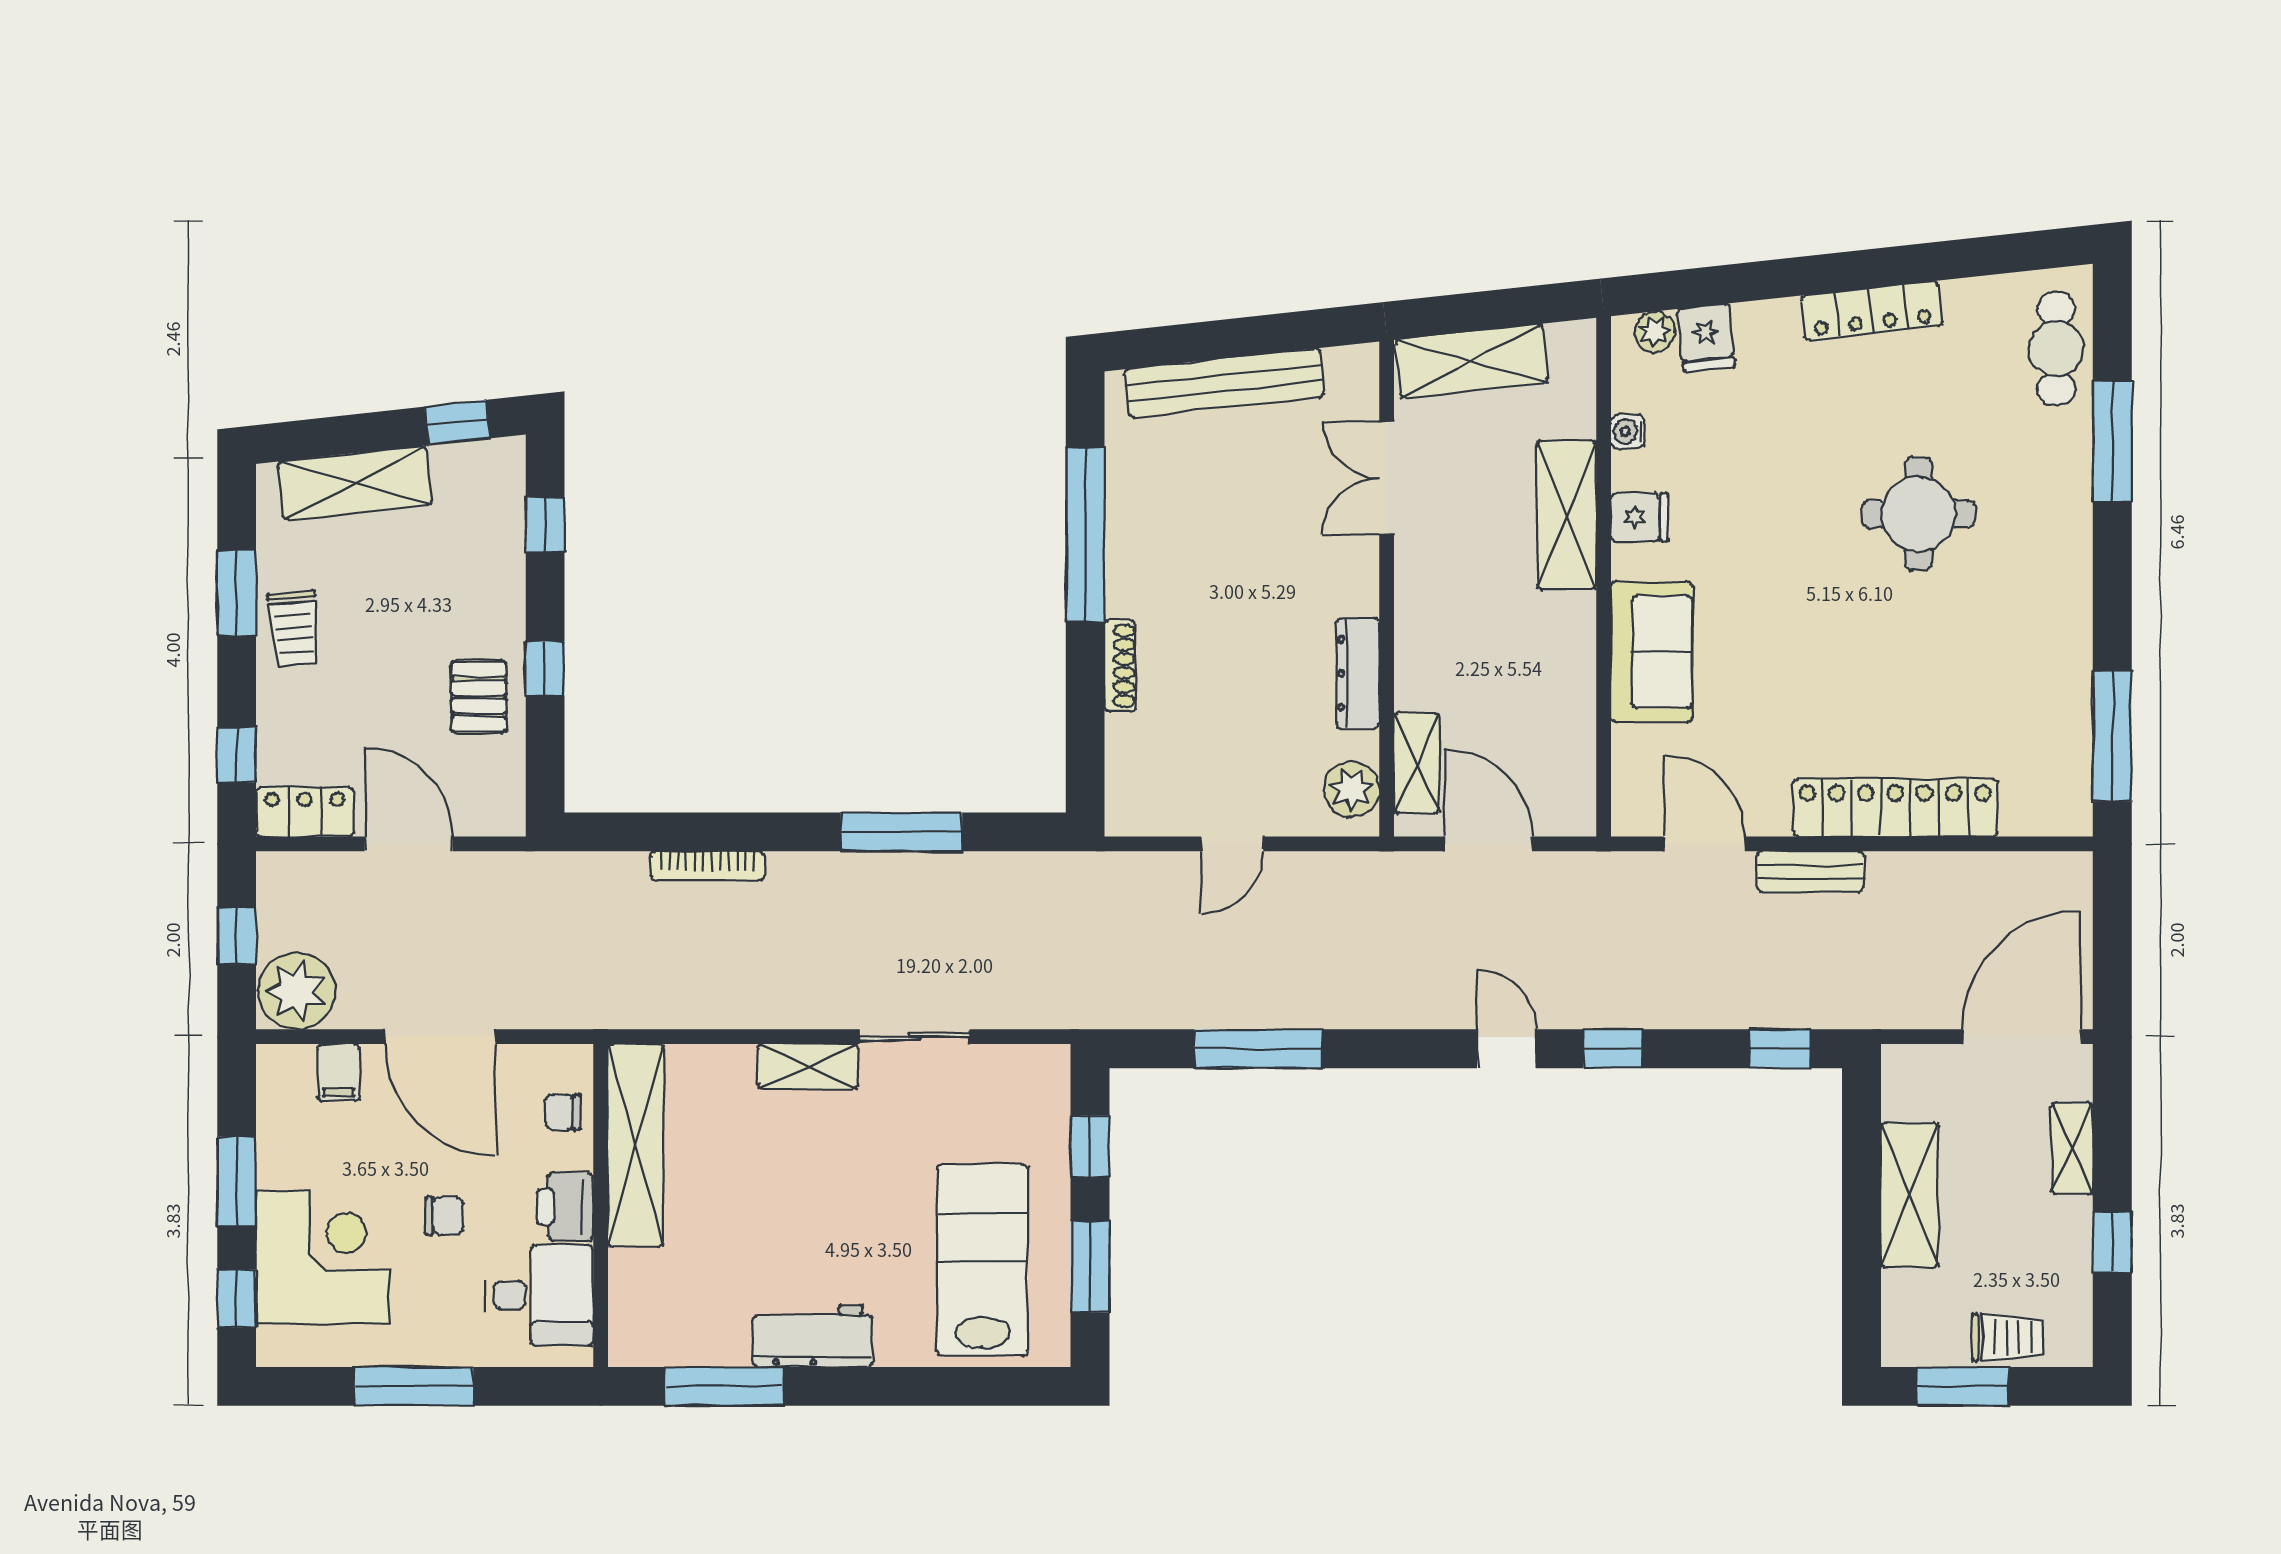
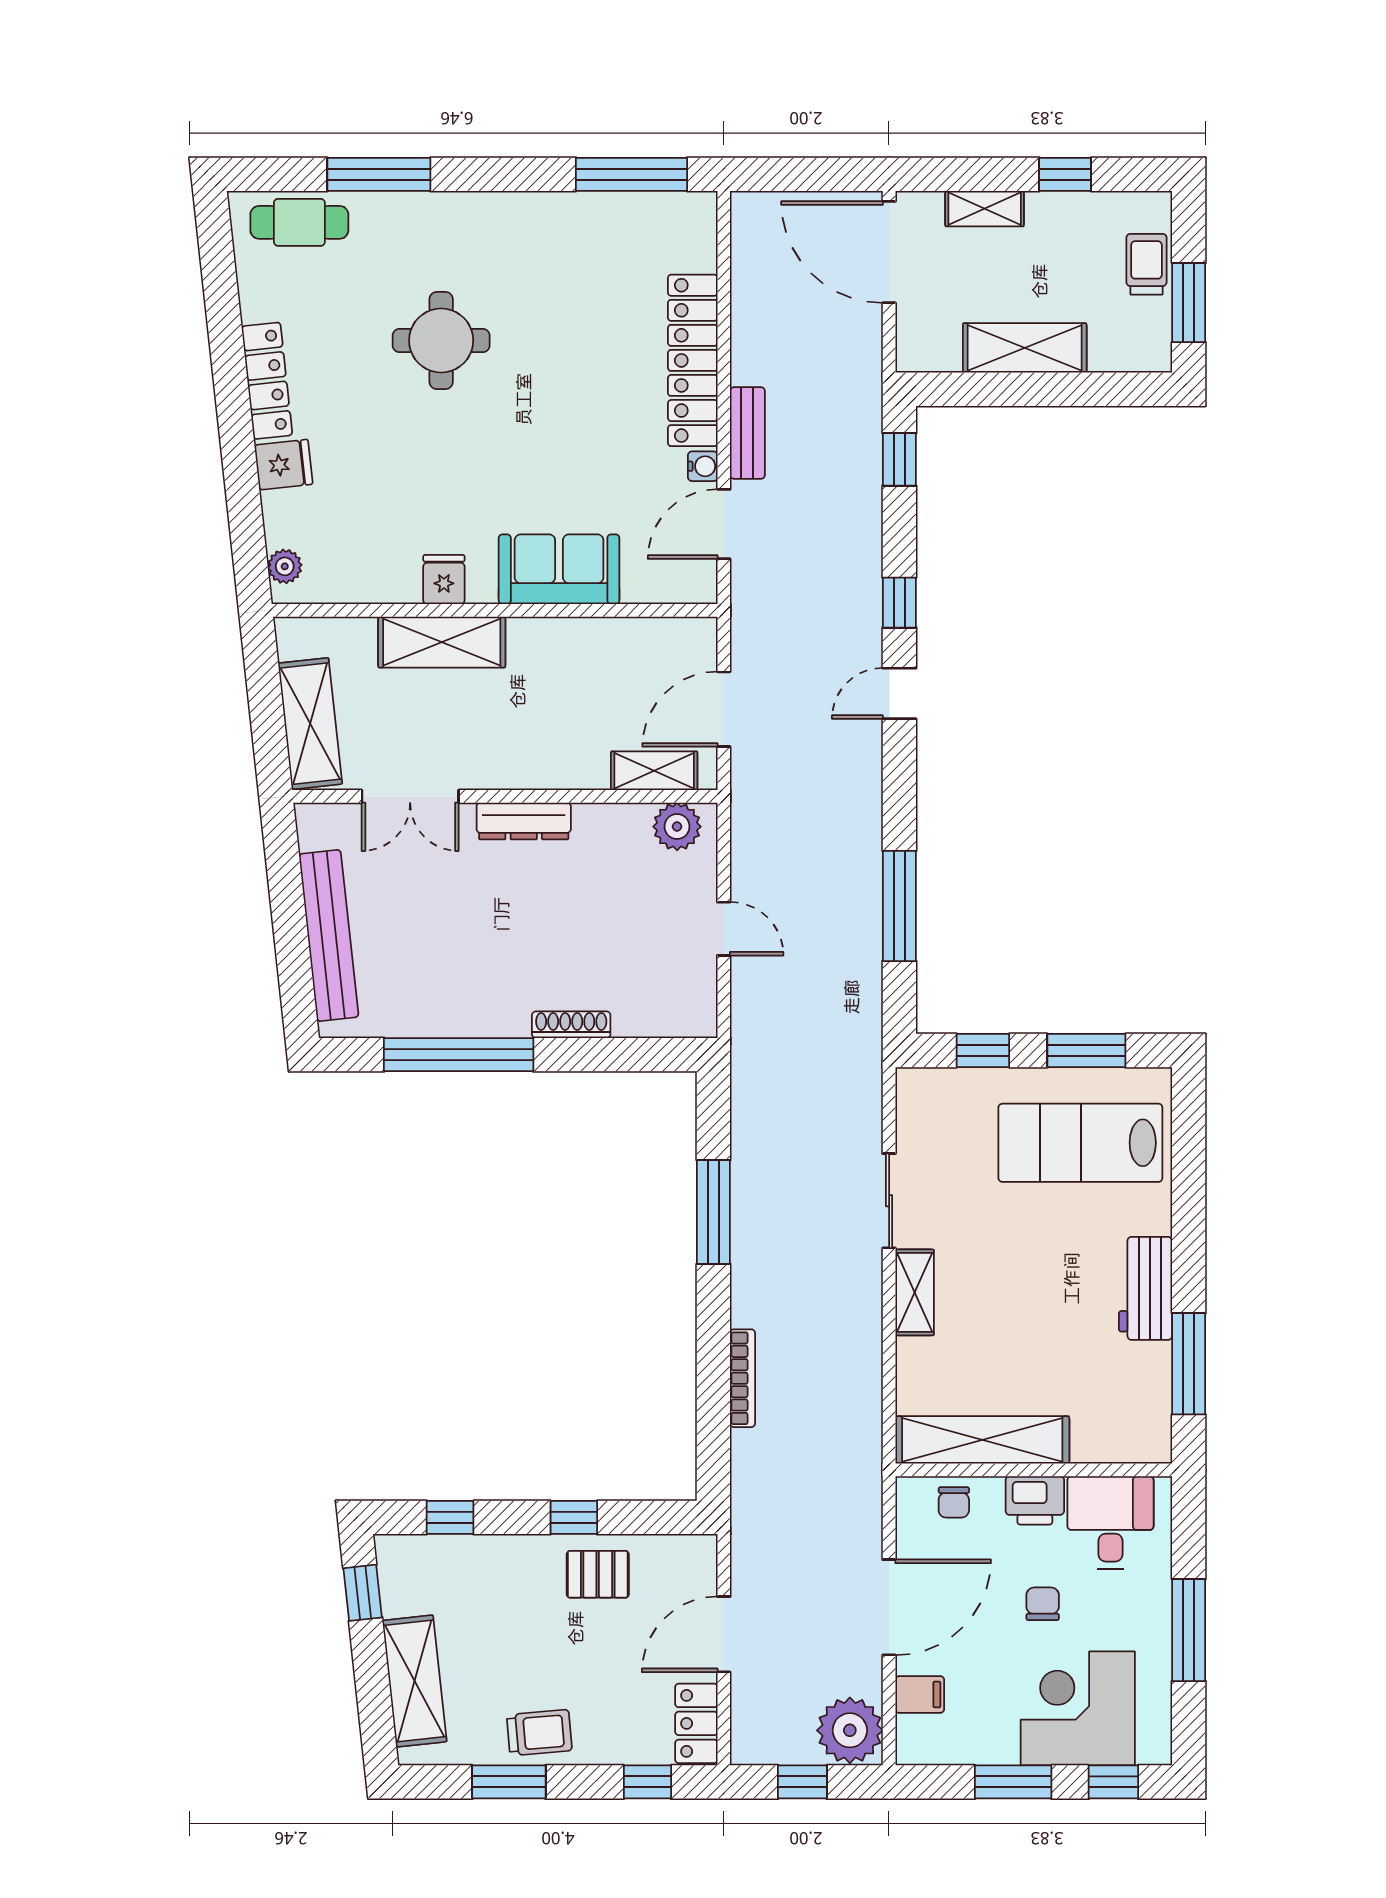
fridge: (1706, 337) -> (284, 465), moved
water cooler: (1628, 431) -> (703, 466), moved, turned -90
dresser: (1358, 673) -> (524, 821), moved

